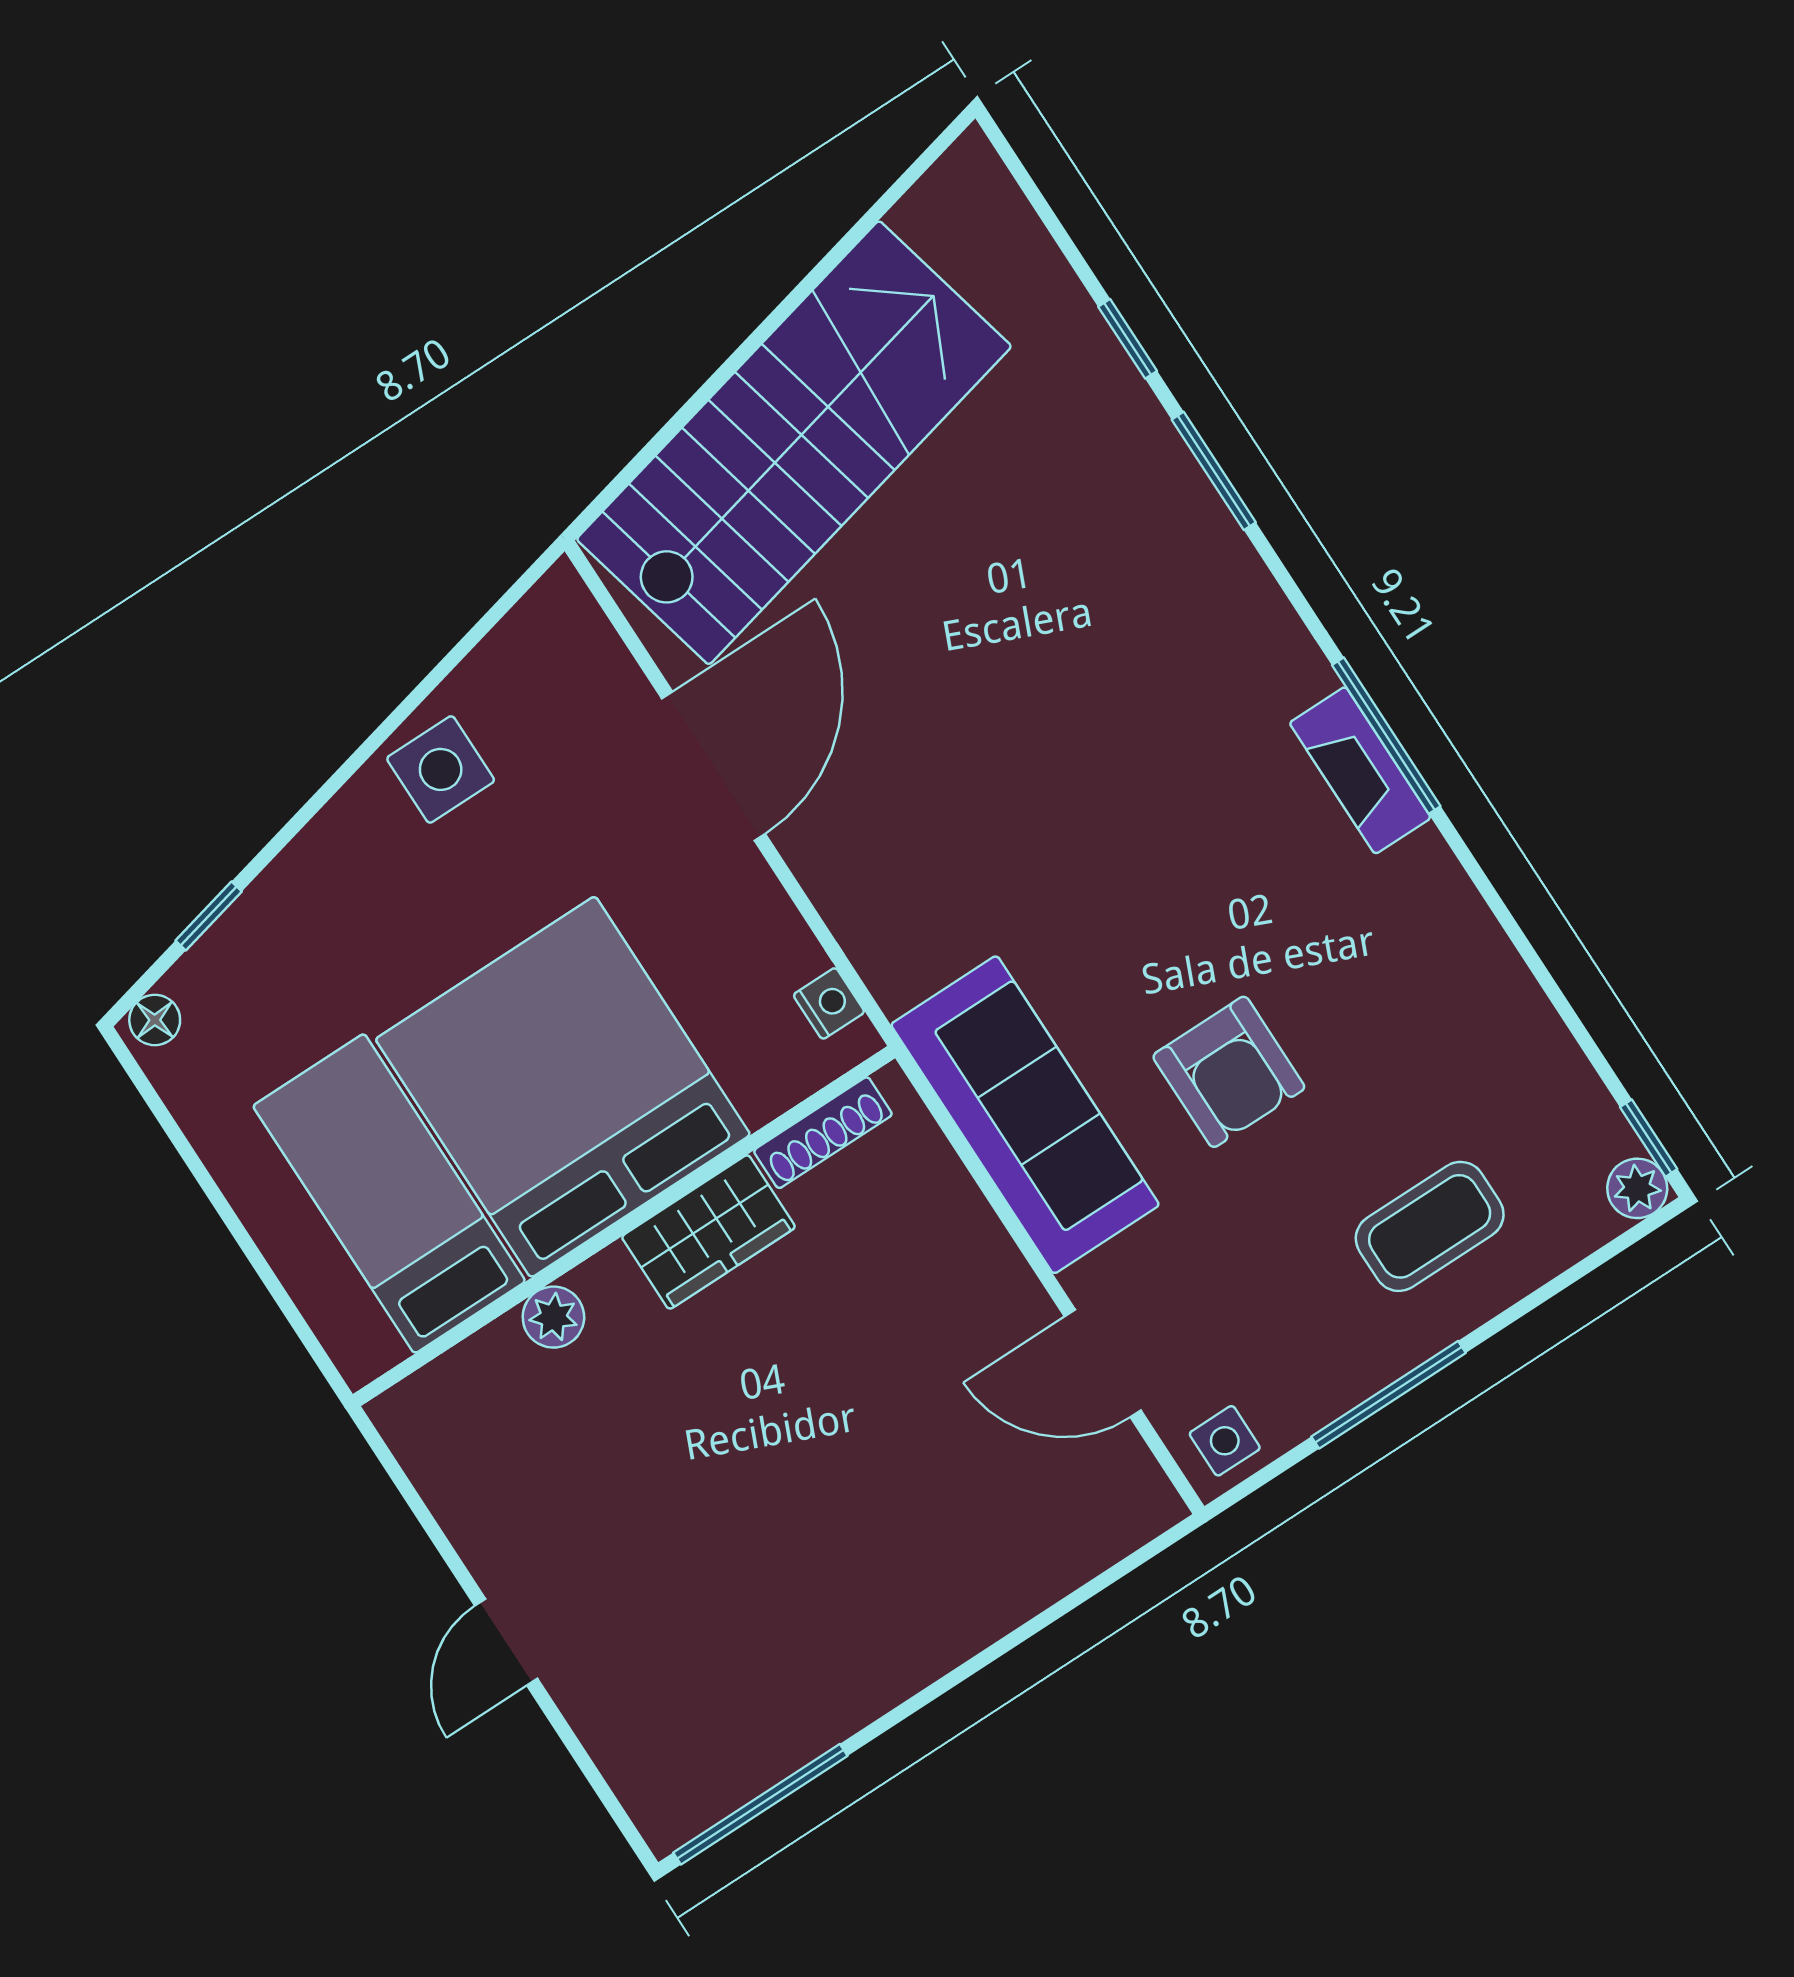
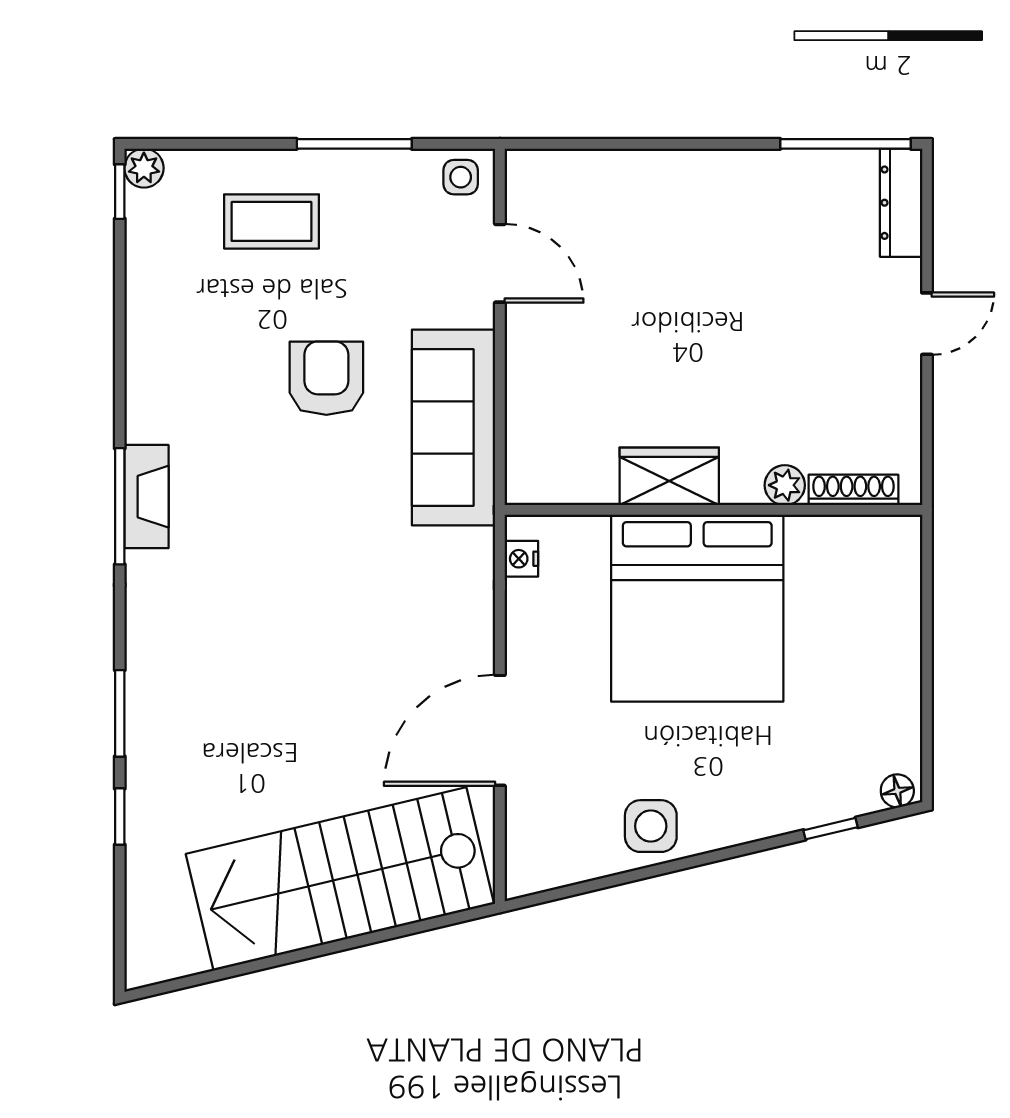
shoe rack: (823, 1133) -> (853, 490), moved
bed: (389, 1194) -> (831, 612), removed
dresser: (640, 1775) -> (901, 203), added

